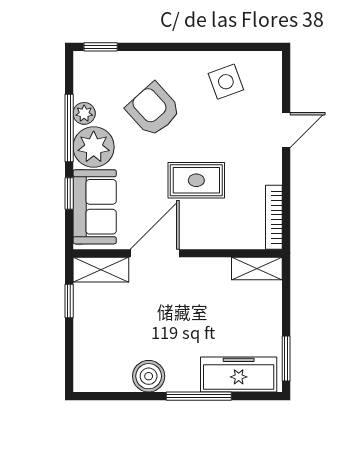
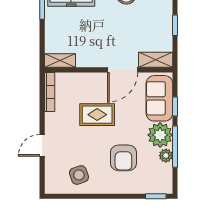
armchair: (153, 110) -> (123, 158), turned 42
window: (69, 301) -> (175, 25), moved

